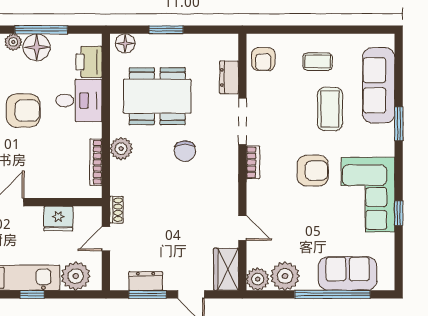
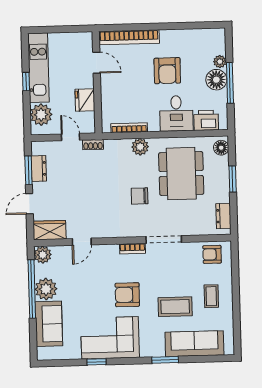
dresser: (229, 77) -> (223, 216), moved, turned -90
armchair: (313, 171) -> (127, 295), turned 90
plant: (285, 276) -> (46, 289), moved
window: (332, 294) -> (32, 289), moved

